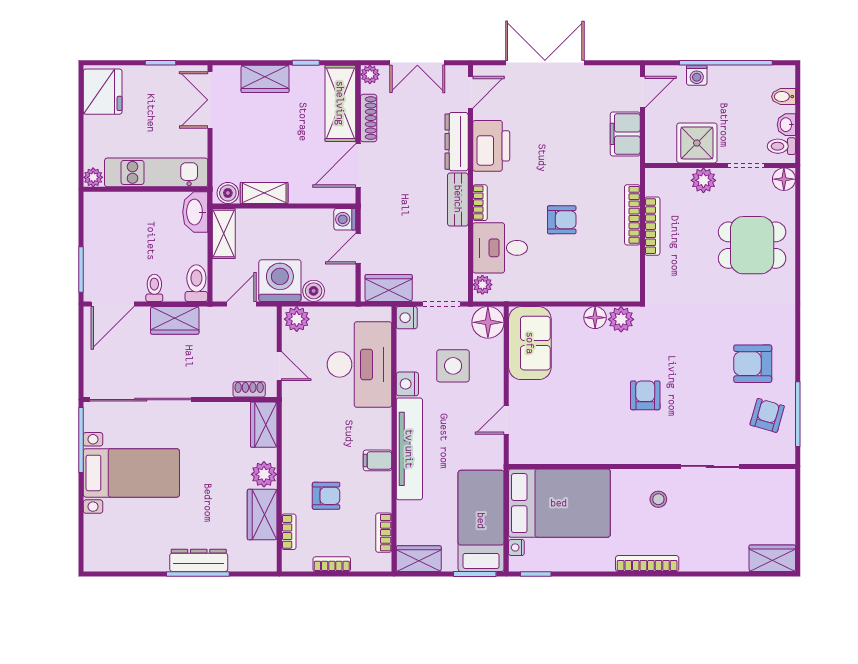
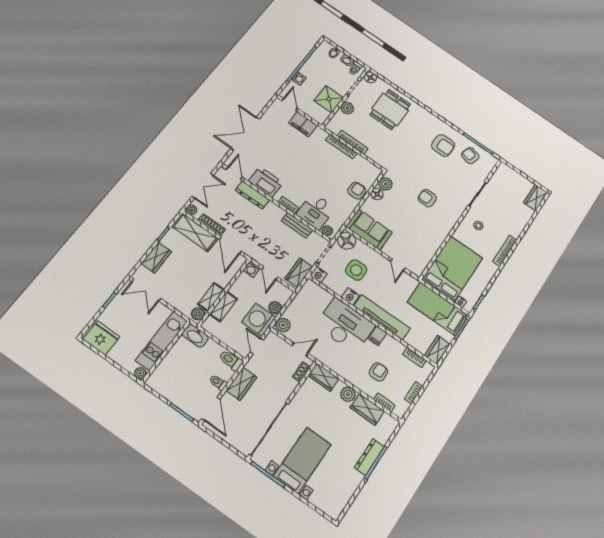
bench: (458, 199) -> (297, 225), moved
armchair: (562, 220) -> (357, 191), moved
shelving: (224, 234) -> (223, 307), moved, turned 90
desk: (359, 364) -> (345, 325), moved
armchair: (753, 364) -> (443, 145), turned -90

